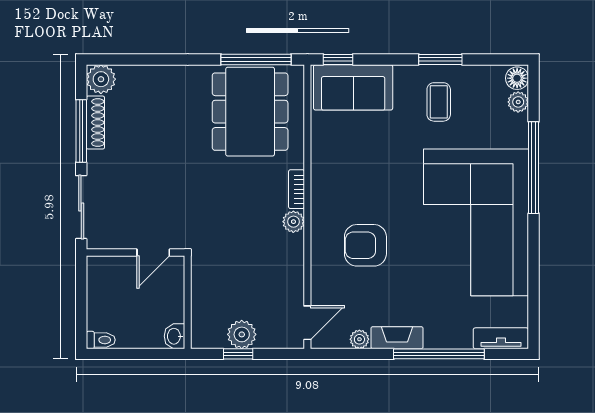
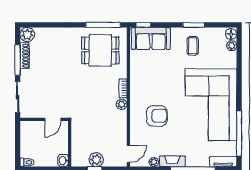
dining table: (250, 112) -> (100, 50), width x0.73
window: (534, 168) -> (239, 134), moved
armchair: (365, 245) -> (157, 116), turned 180

